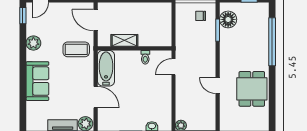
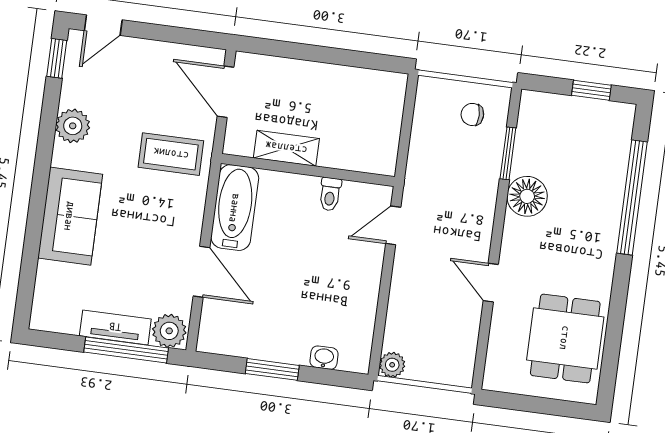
floor lamp: (228, 19) -> (527, 196), moved
dining table: (252, 89) -> (565, 338), moved

